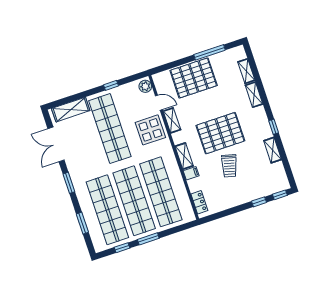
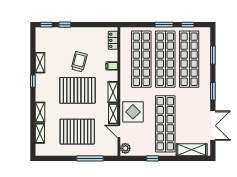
window: (210, 52) -> (90, 158), moved
pallet: (194, 78) -> (77, 132), moved
shelving: (184, 156) -> (113, 92), moved

